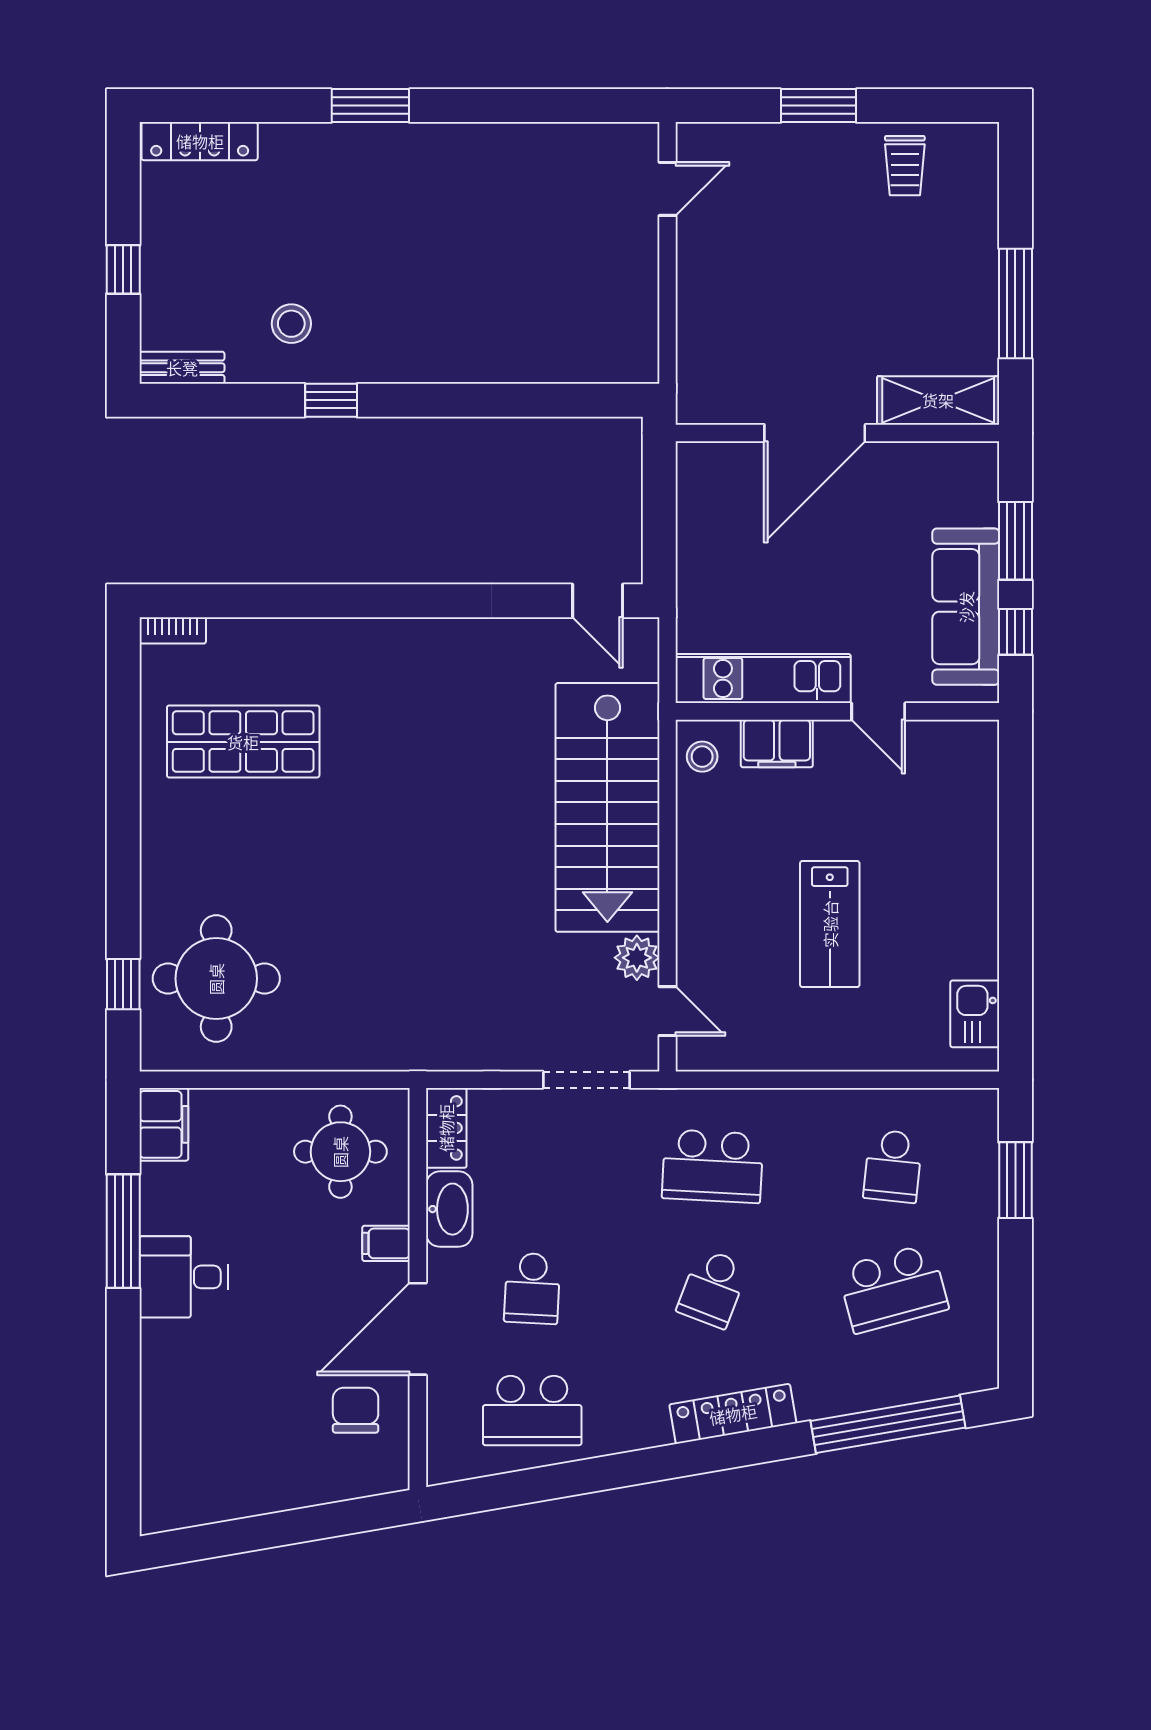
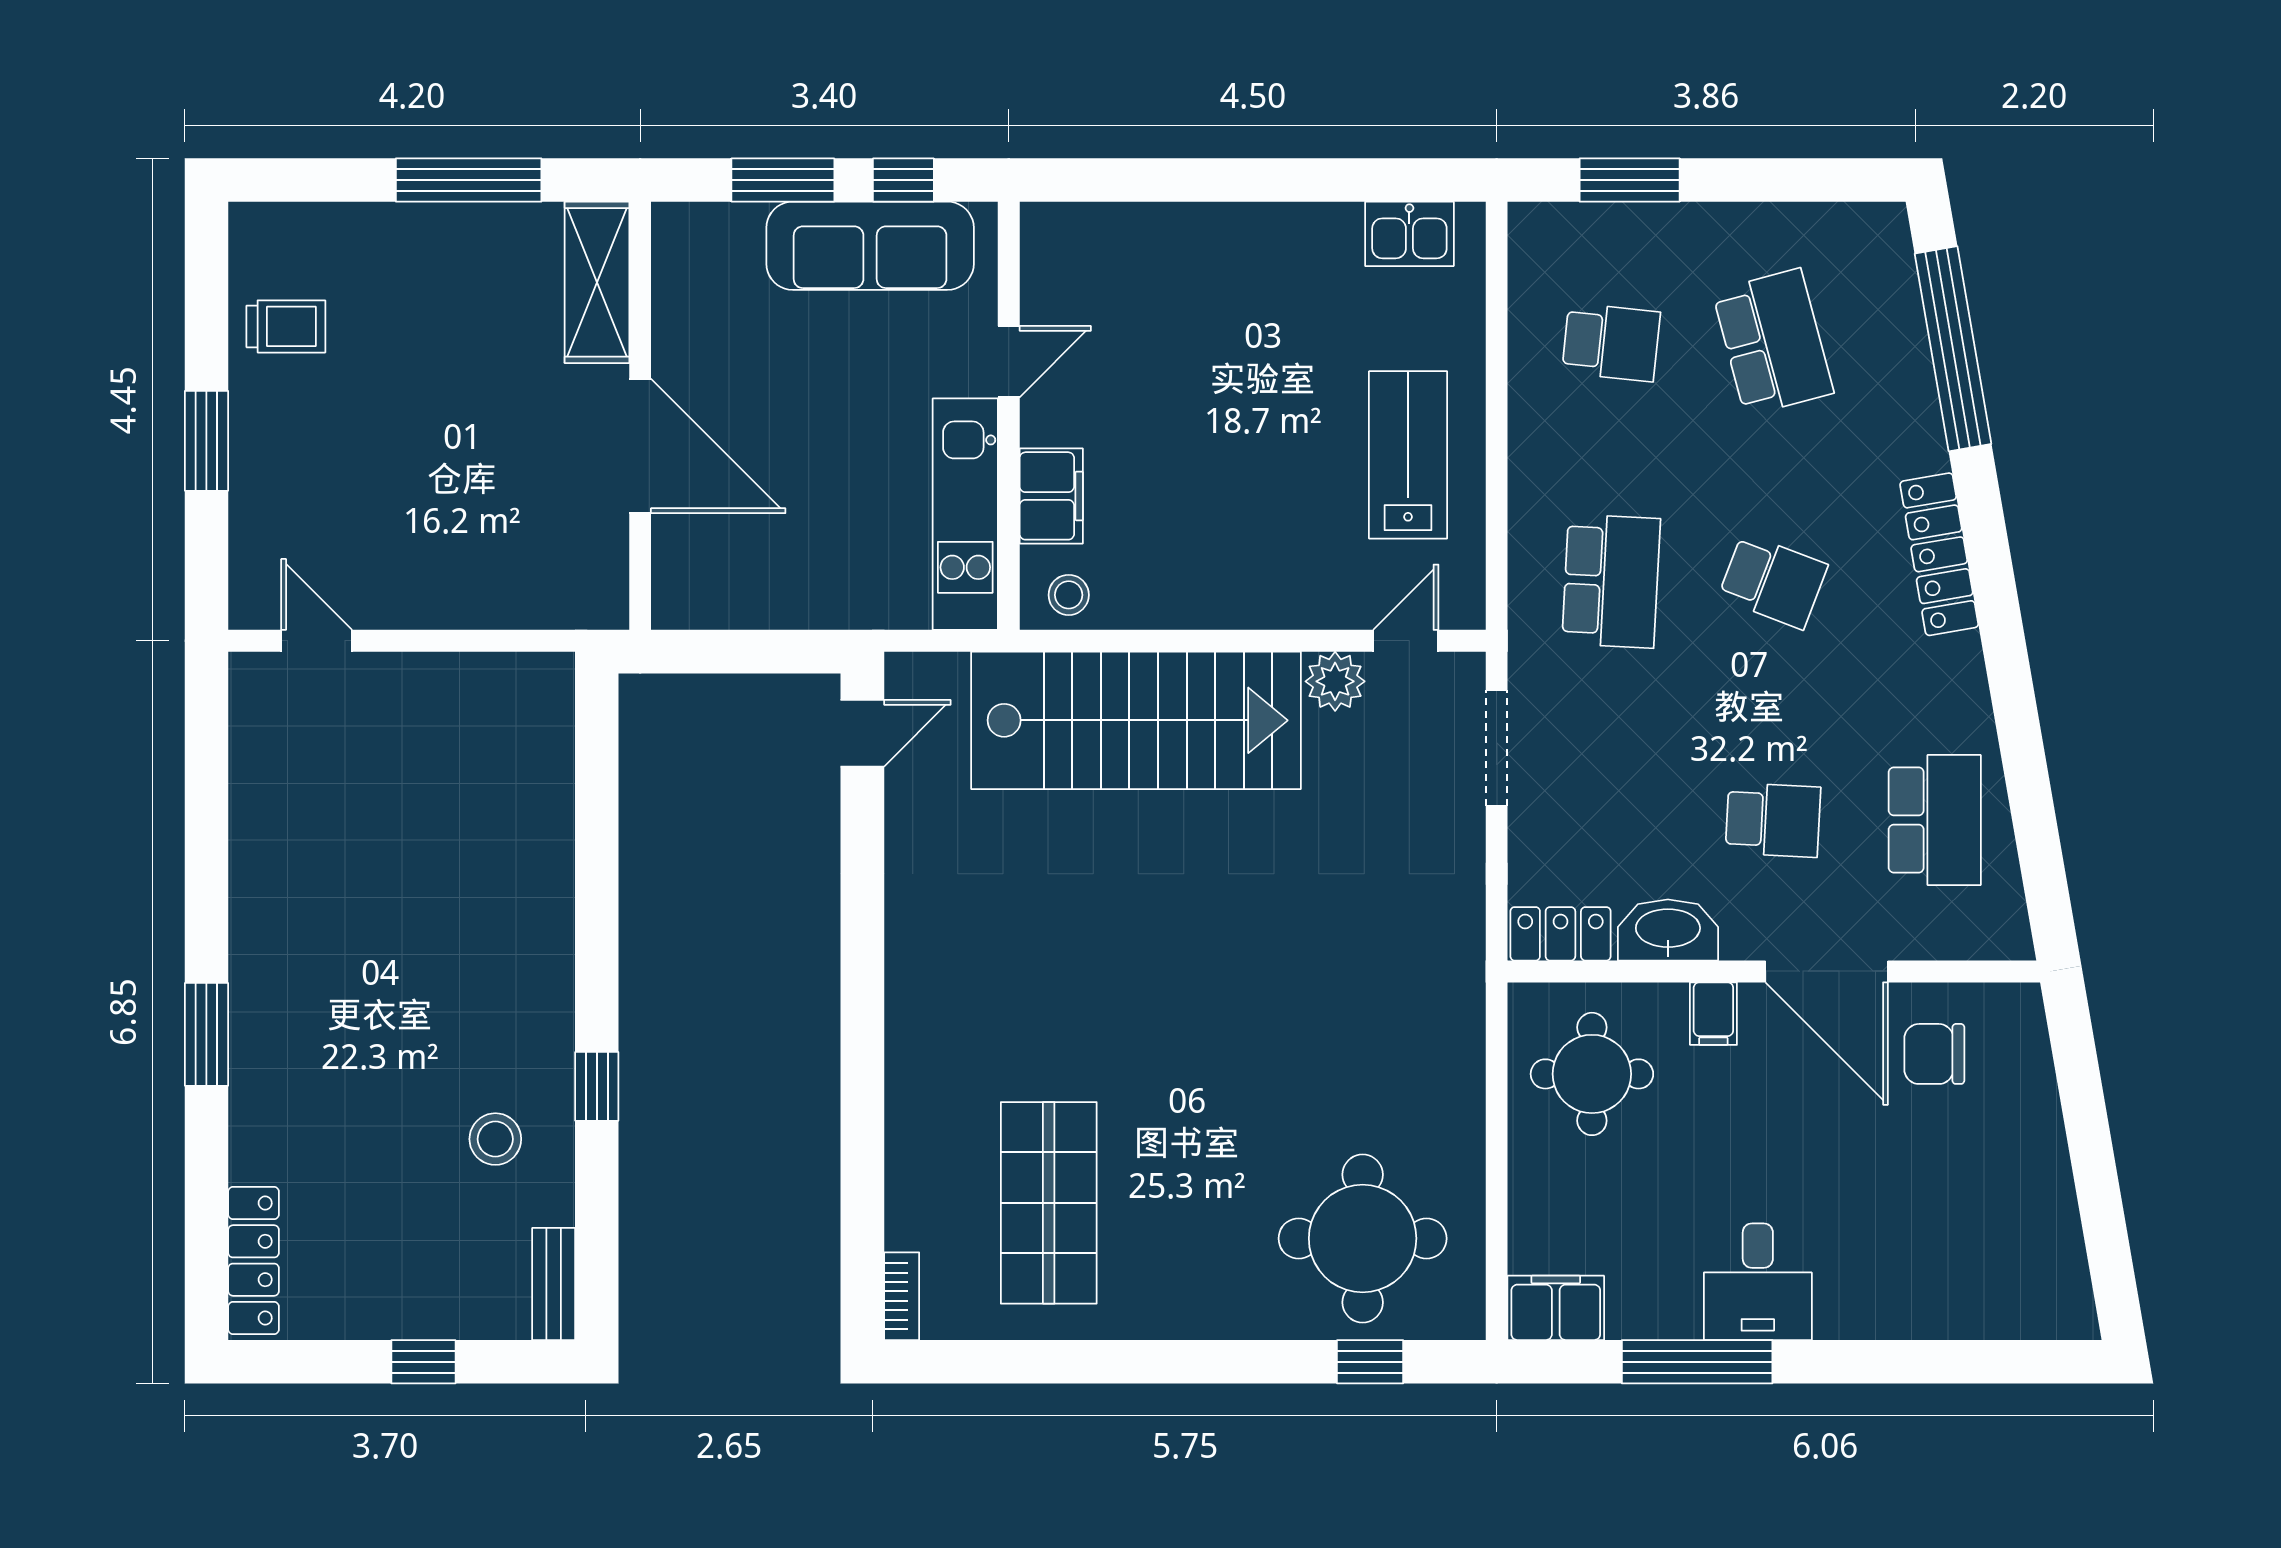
lab bench: (830, 924) -> (1408, 455), moved, turned -90

